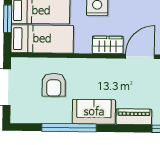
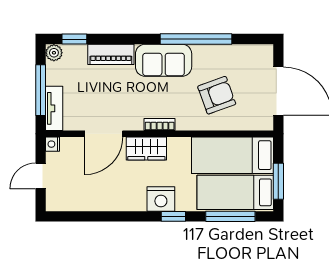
bookcase: (97, 63) -> (160, 125), added
armchair: (54, 85) -> (217, 95), turned 70

